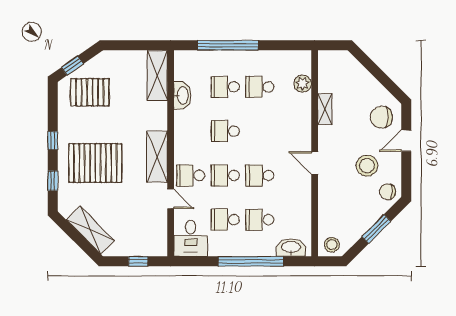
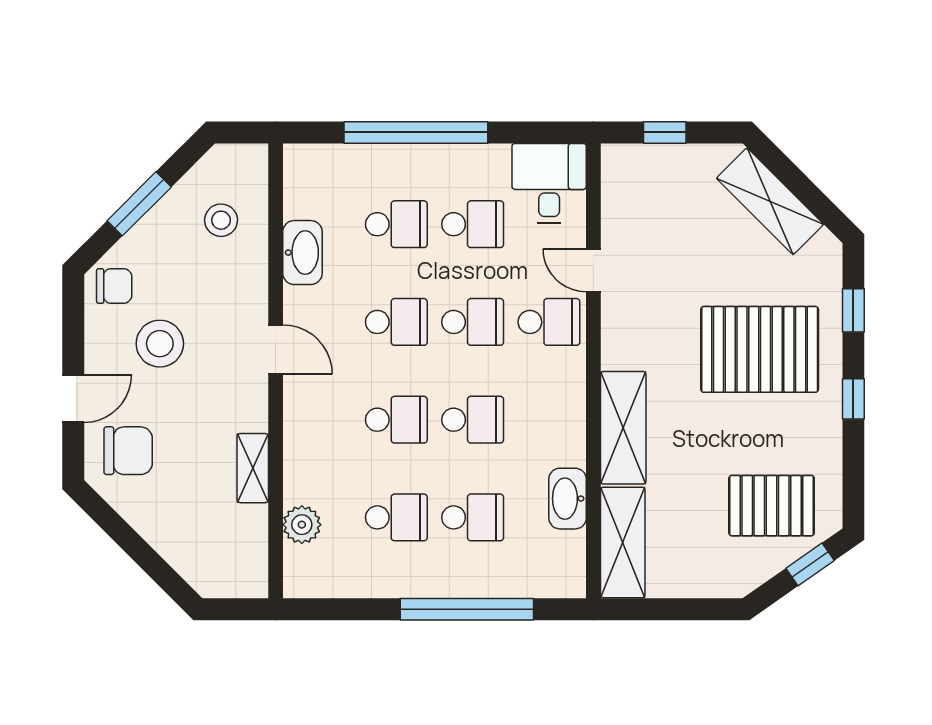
school desk: (260, 131) -> (396, 420), added
shelving: (157, 157) -> (623, 428), moved
stool: (332, 245) -> (221, 220), moved
washbasin: (291, 247) -> (302, 253), moved, turned -90

